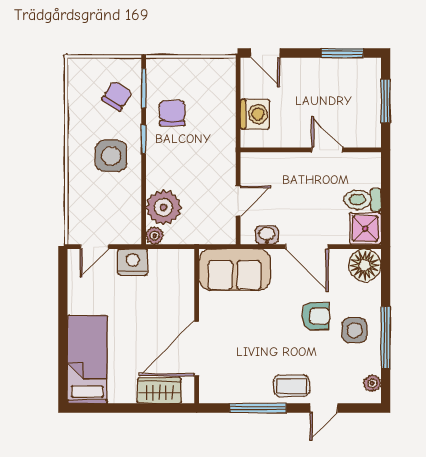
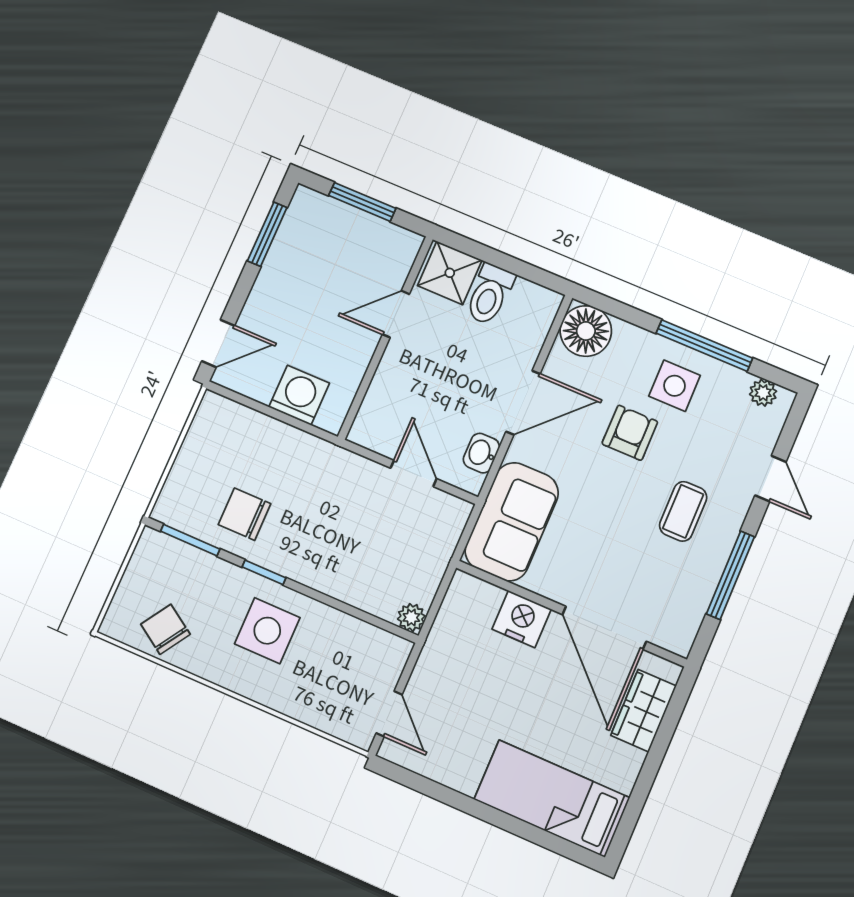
chair: (117, 96) -> (165, 629), moved
plant: (163, 207) -> (376, 586), removed
shower: (365, 229) -> (450, 273), moved
nightstand: (133, 262) -> (522, 619), moved, turned 90
coffee table: (292, 386) -> (683, 511), moved

